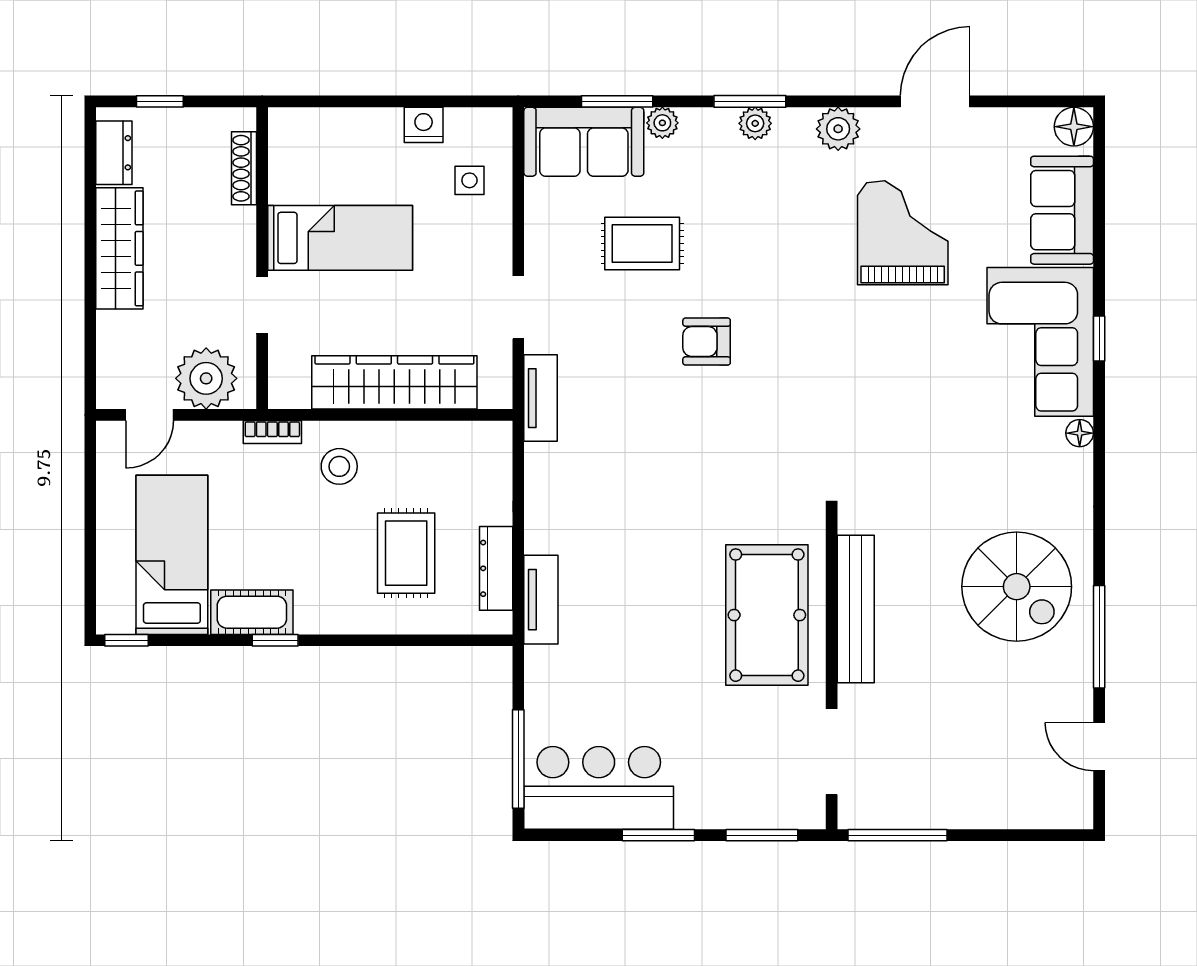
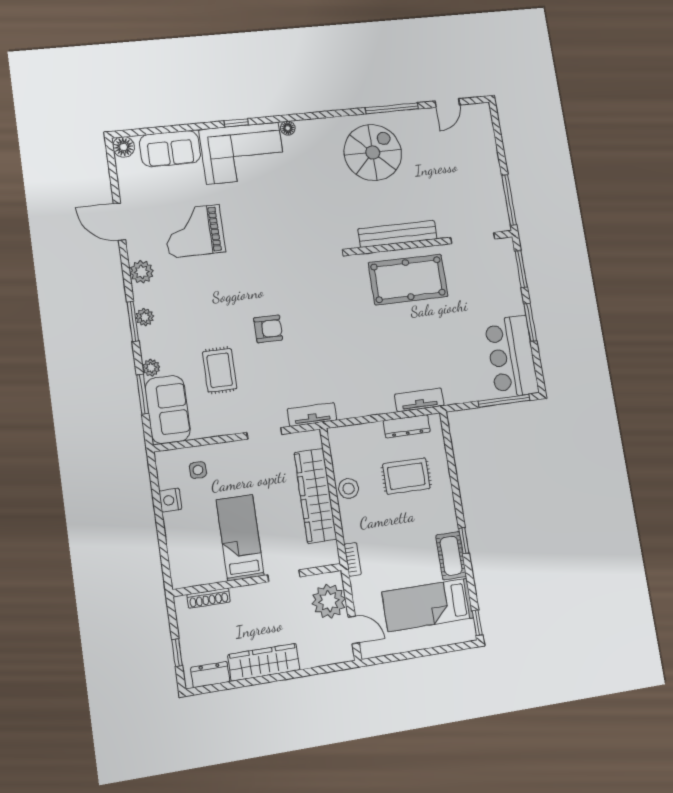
armchair: (707, 342) -> (268, 329), turned -90
stool: (339, 466) -> (349, 489), moved

